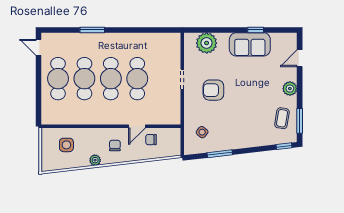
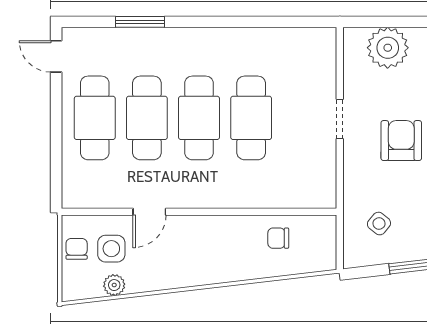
window: (92, 30) -> (140, 22), moved
armchair: (213, 90) -> (401, 141), turned 90
door: (137, 126) -> (149, 212), moved
chair: (115, 146) -> (77, 249), moved
plant: (95, 160) -> (114, 285), moved

